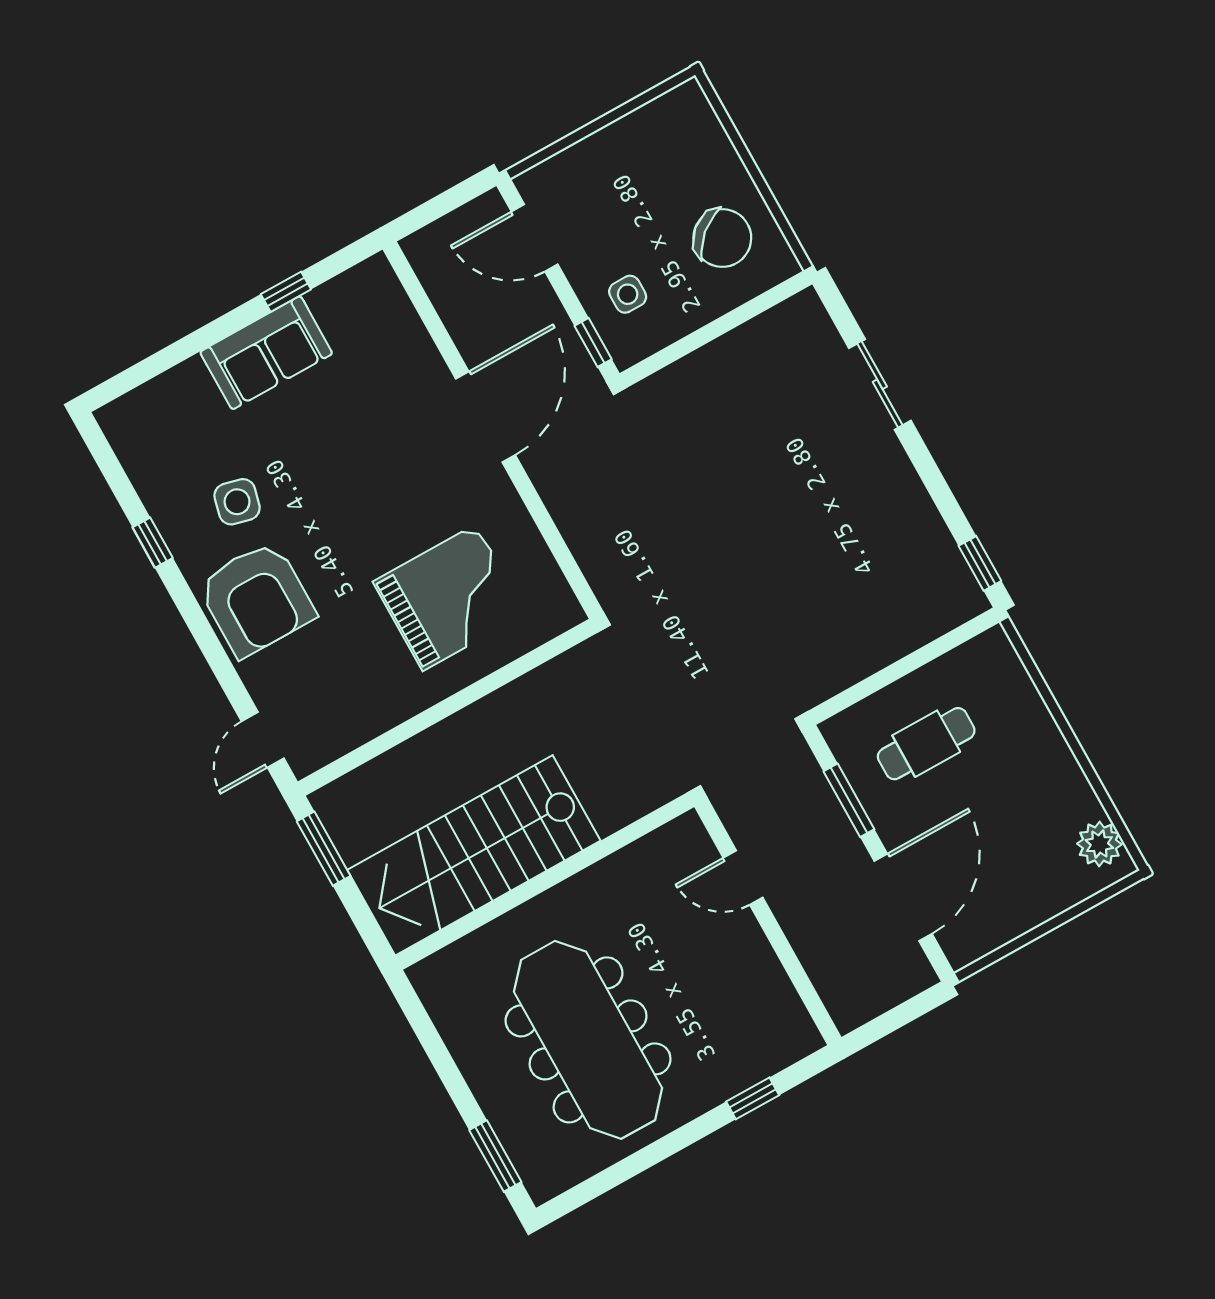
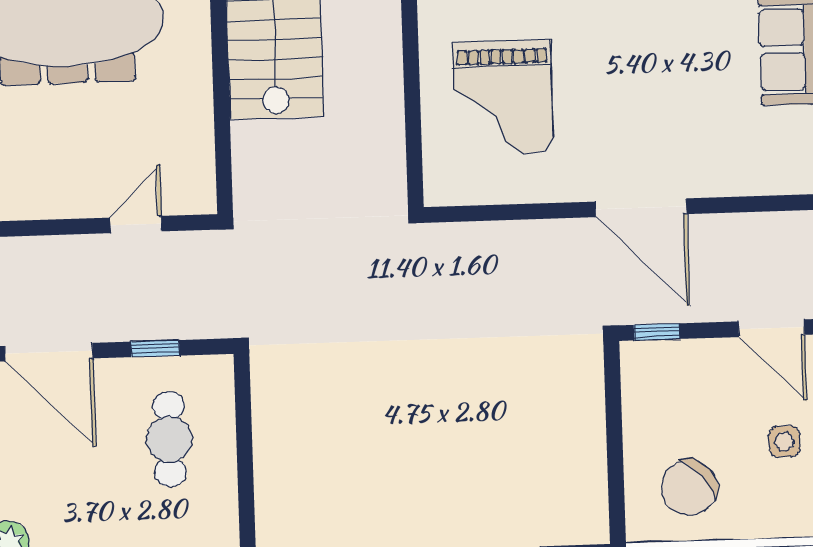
door: (535, 238) -> (772, 328), swing flipped
side table: (628, 294) -> (784, 441), moved
window: (849, 800) -> (155, 349), width x0.67

